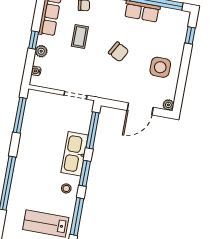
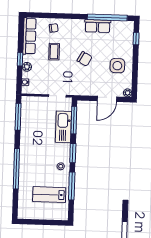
kitchen sink: (74, 154) -> (63, 127), moved

